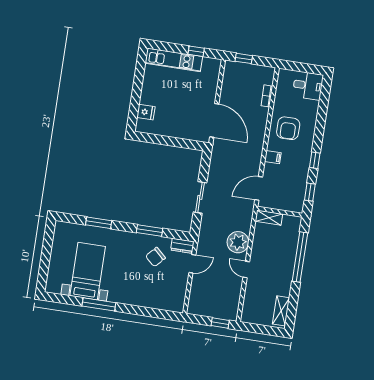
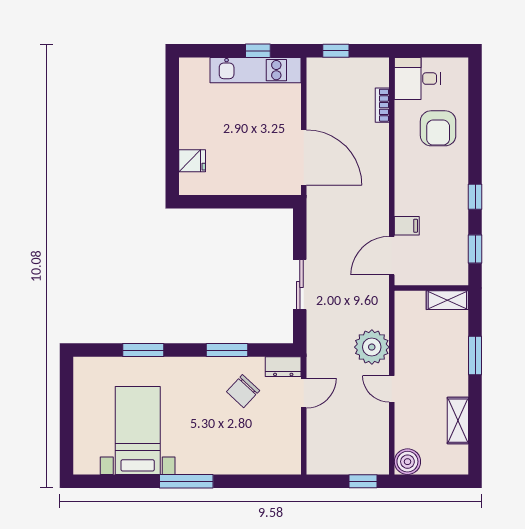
kitchen unit: (174, 60) -> (256, 70), moved
desk: (308, 86) -> (417, 79), moved, turned 180
armchair: (288, 128) -> (438, 128), moved
filing cabinet: (273, 157) -> (407, 226), moved
shelving: (269, 218) -> (447, 300), moved
window: (300, 257) -> (475, 356), width x0.47
window: (99, 304) -> (186, 481), moved
shelving: (281, 311) -> (458, 421), moved
boiler: (249, 315) -> (407, 462), added

